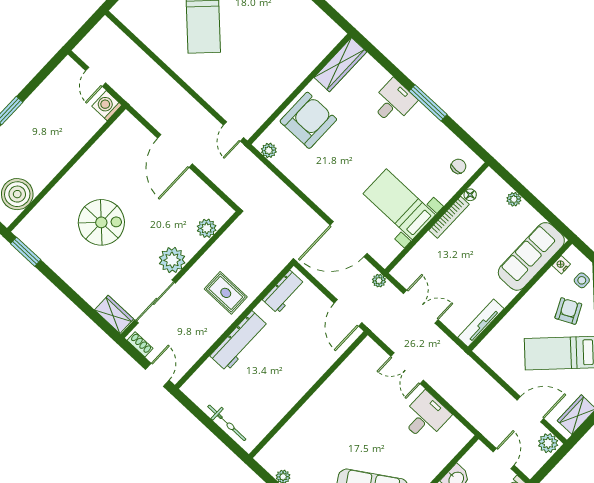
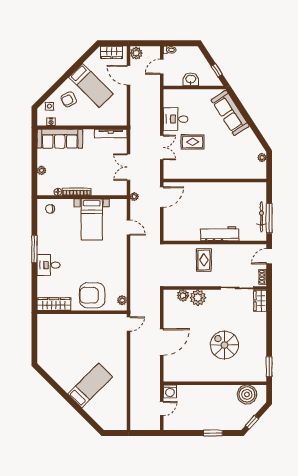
door: (349, 239) -> (128, 227), width x0.53
plant: (172, 260) -> (198, 298), moved
workbench: (284, 292) -> (179, 234), removed
rug: (379, 411) -> (193, 142), added
window: (203, 417) -> (269, 218), added
bicycle: (227, 423) -> (261, 217), moved

